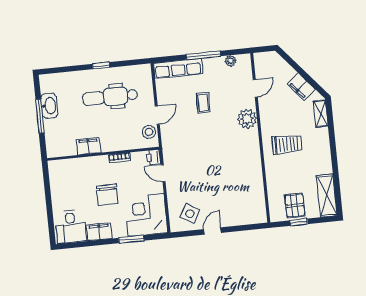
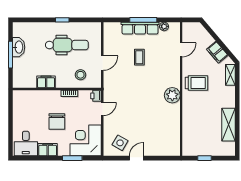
row of seats: (178, 68) -> (140, 28), moved
dental chair: (110, 97) -> (67, 45), turned 180
plant: (247, 119) -> (172, 95), moved
stool: (149, 132) -> (80, 75), moved
trolley: (287, 144) -> (196, 83), moved
door: (163, 173) -> (102, 109), swing flipped
shelving: (327, 196) -> (229, 125), moved
pallet: (295, 205) -> (203, 145), removed

